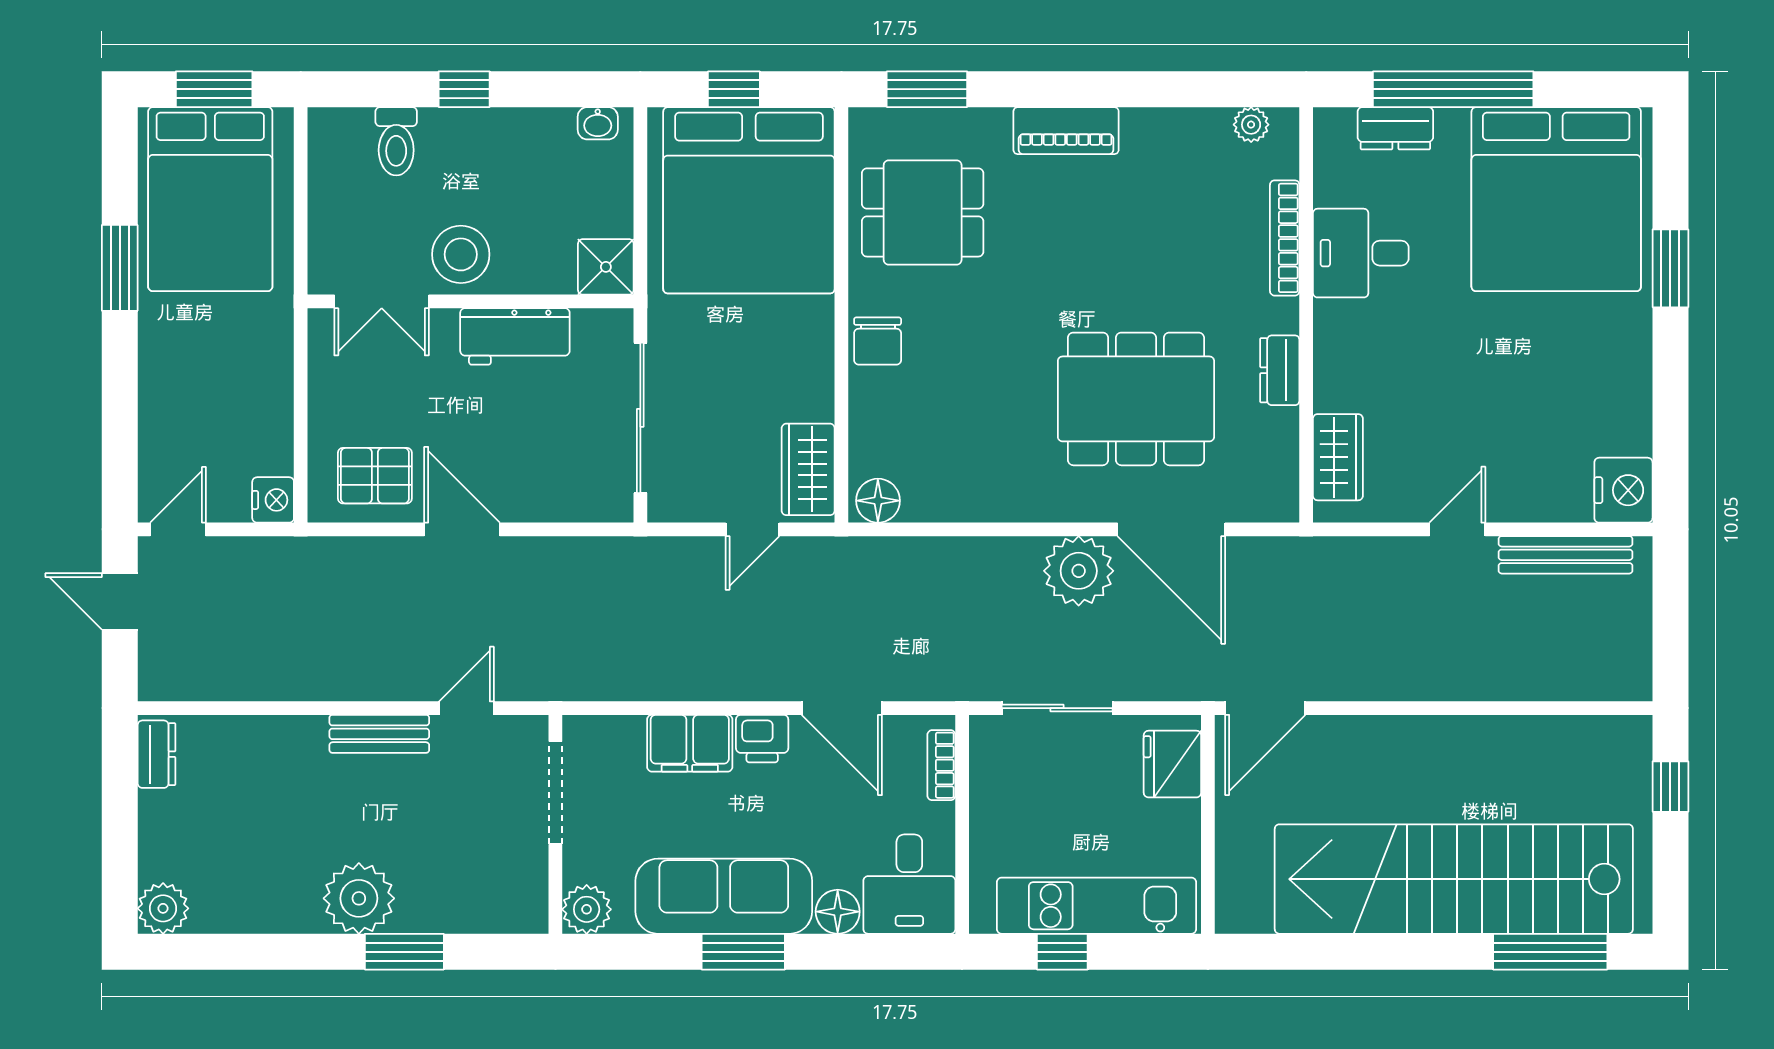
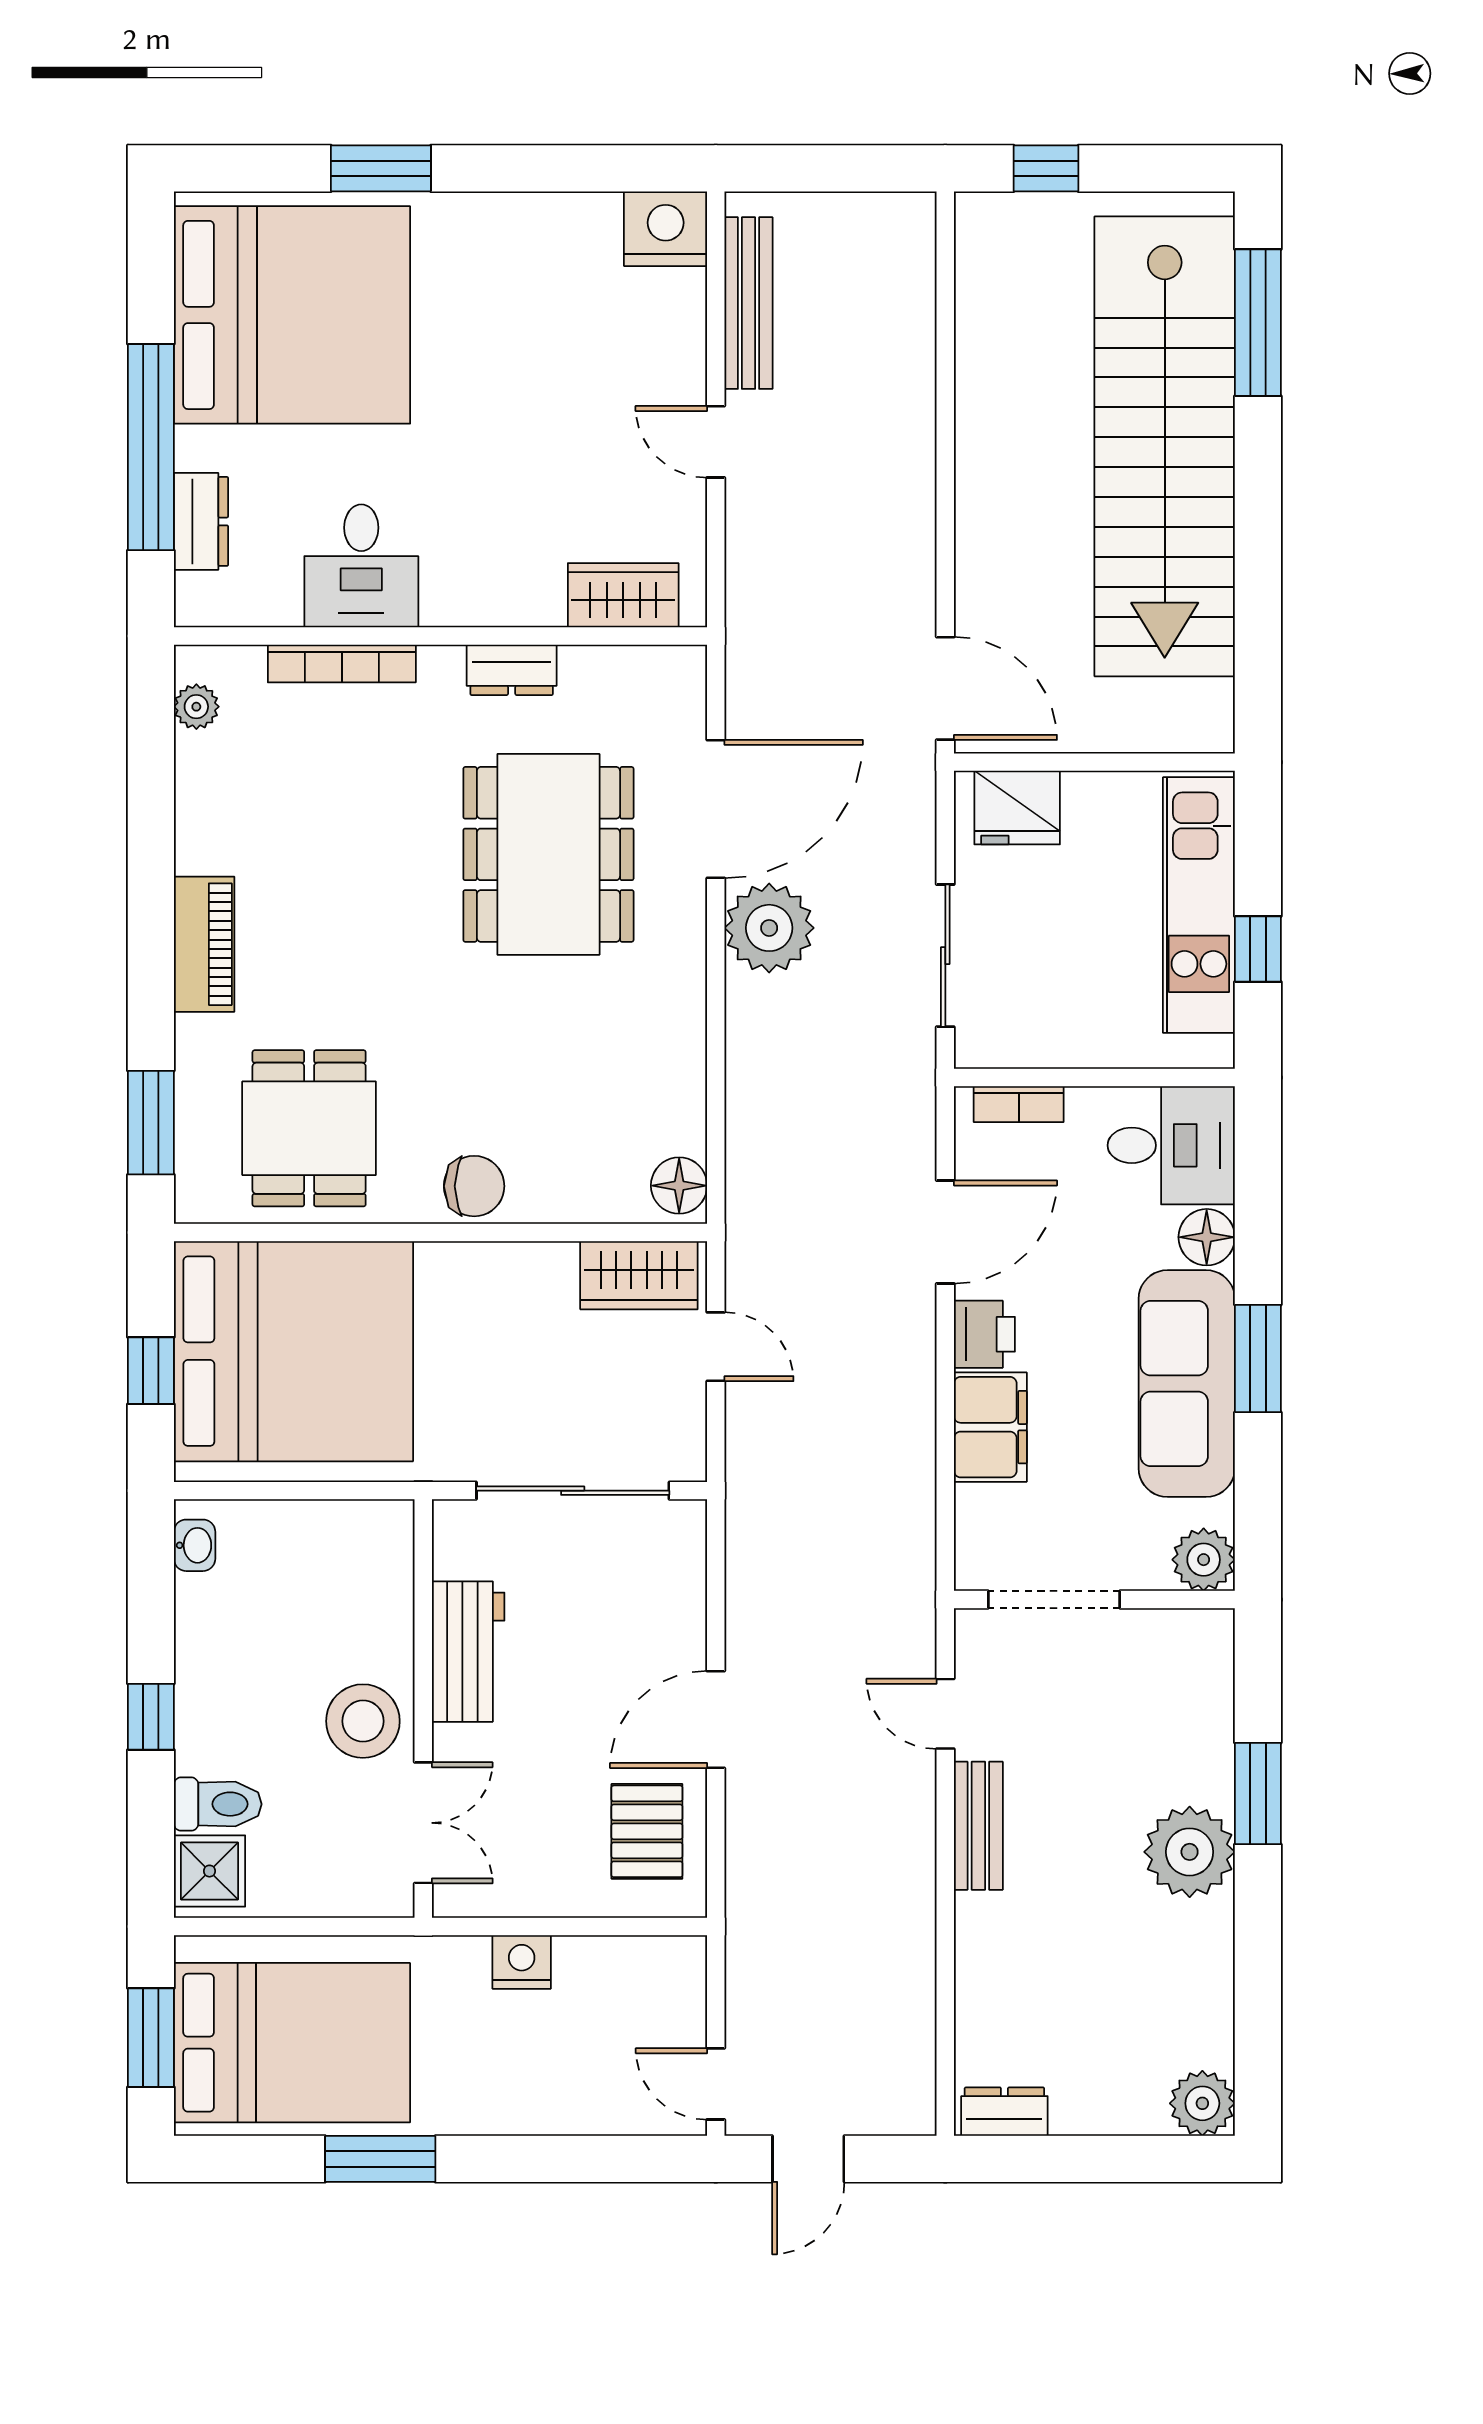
shower: (606, 267) -> (209, 1871), moved
nightstand: (273, 500) -> (522, 1962), moved

